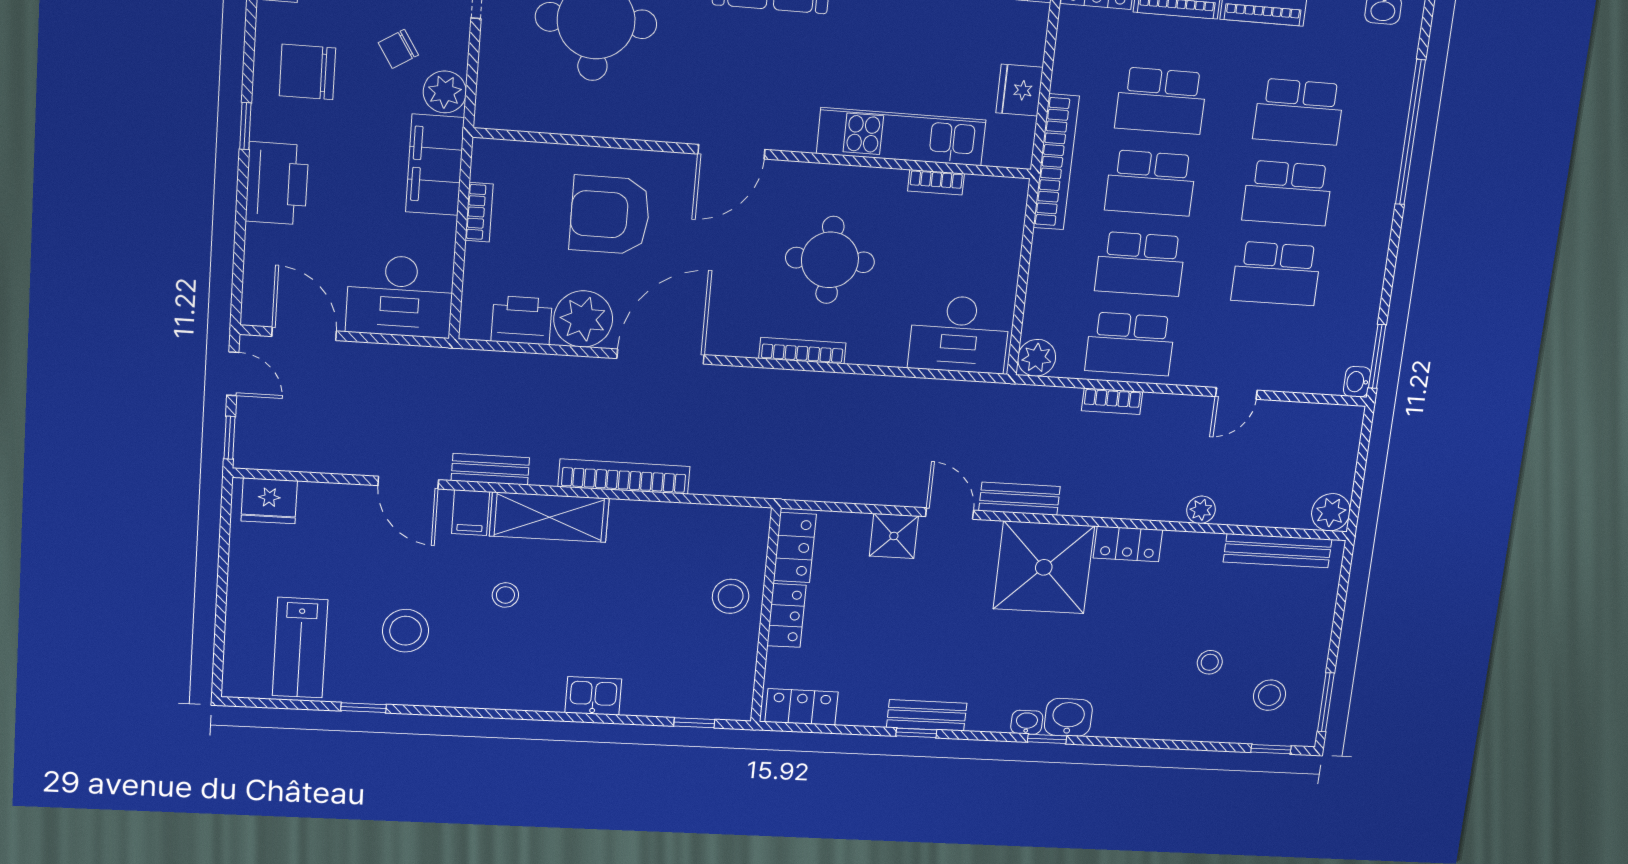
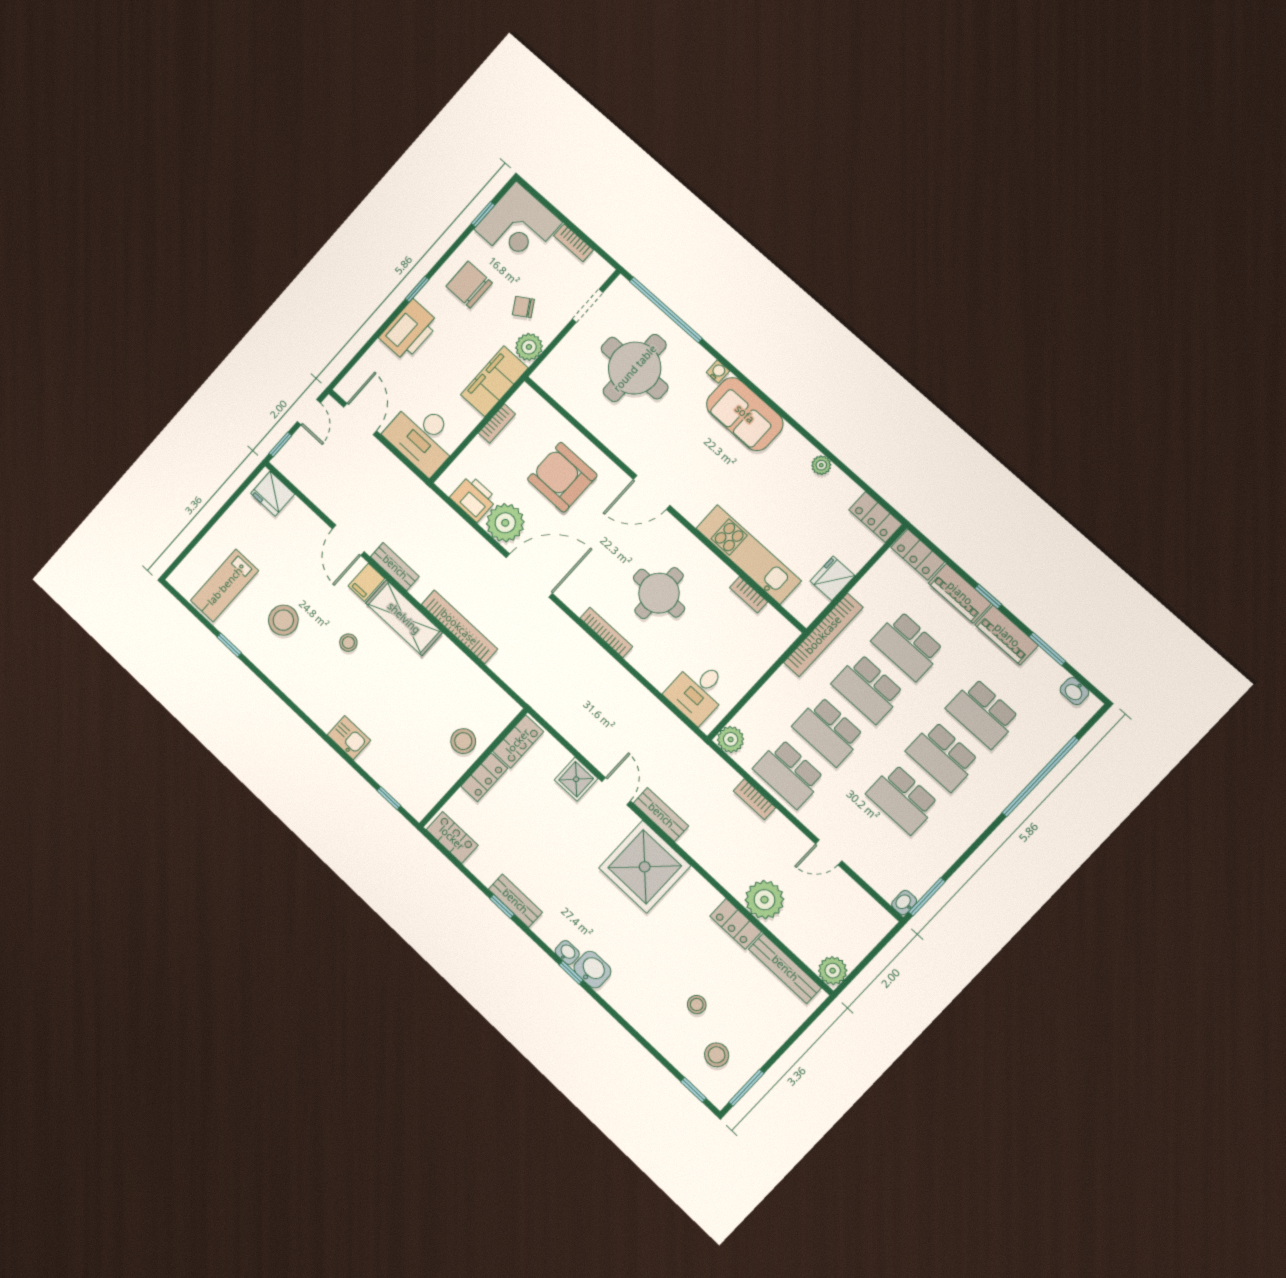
desk: (959, 334) -> (698, 691), width x0.73
plant: (1201, 510) -> (764, 900), width x1.87, depth x1.87
locker: (1128, 544) -> (736, 924), moved

